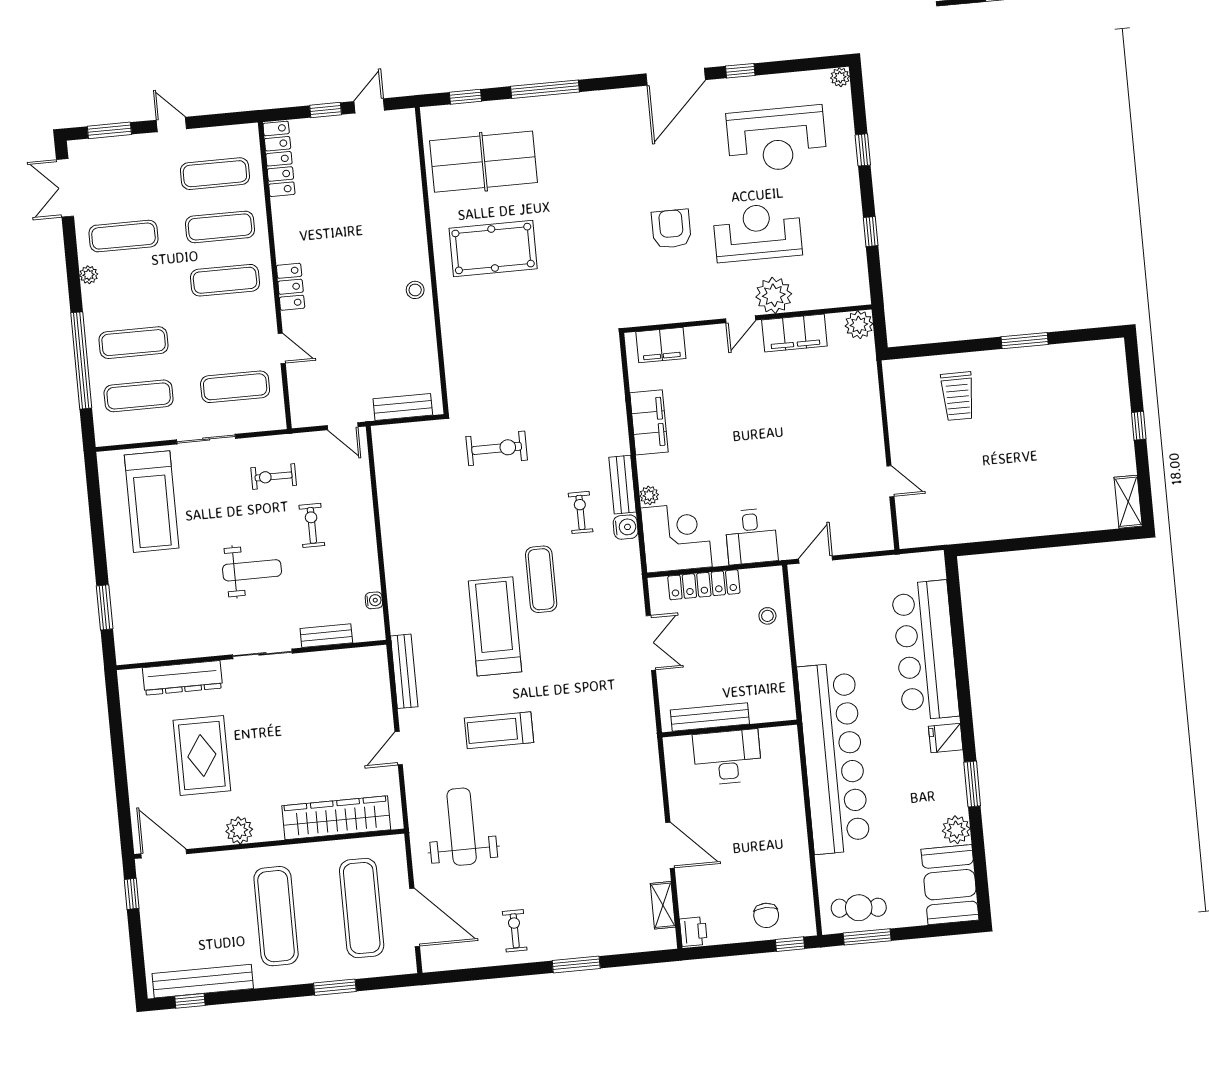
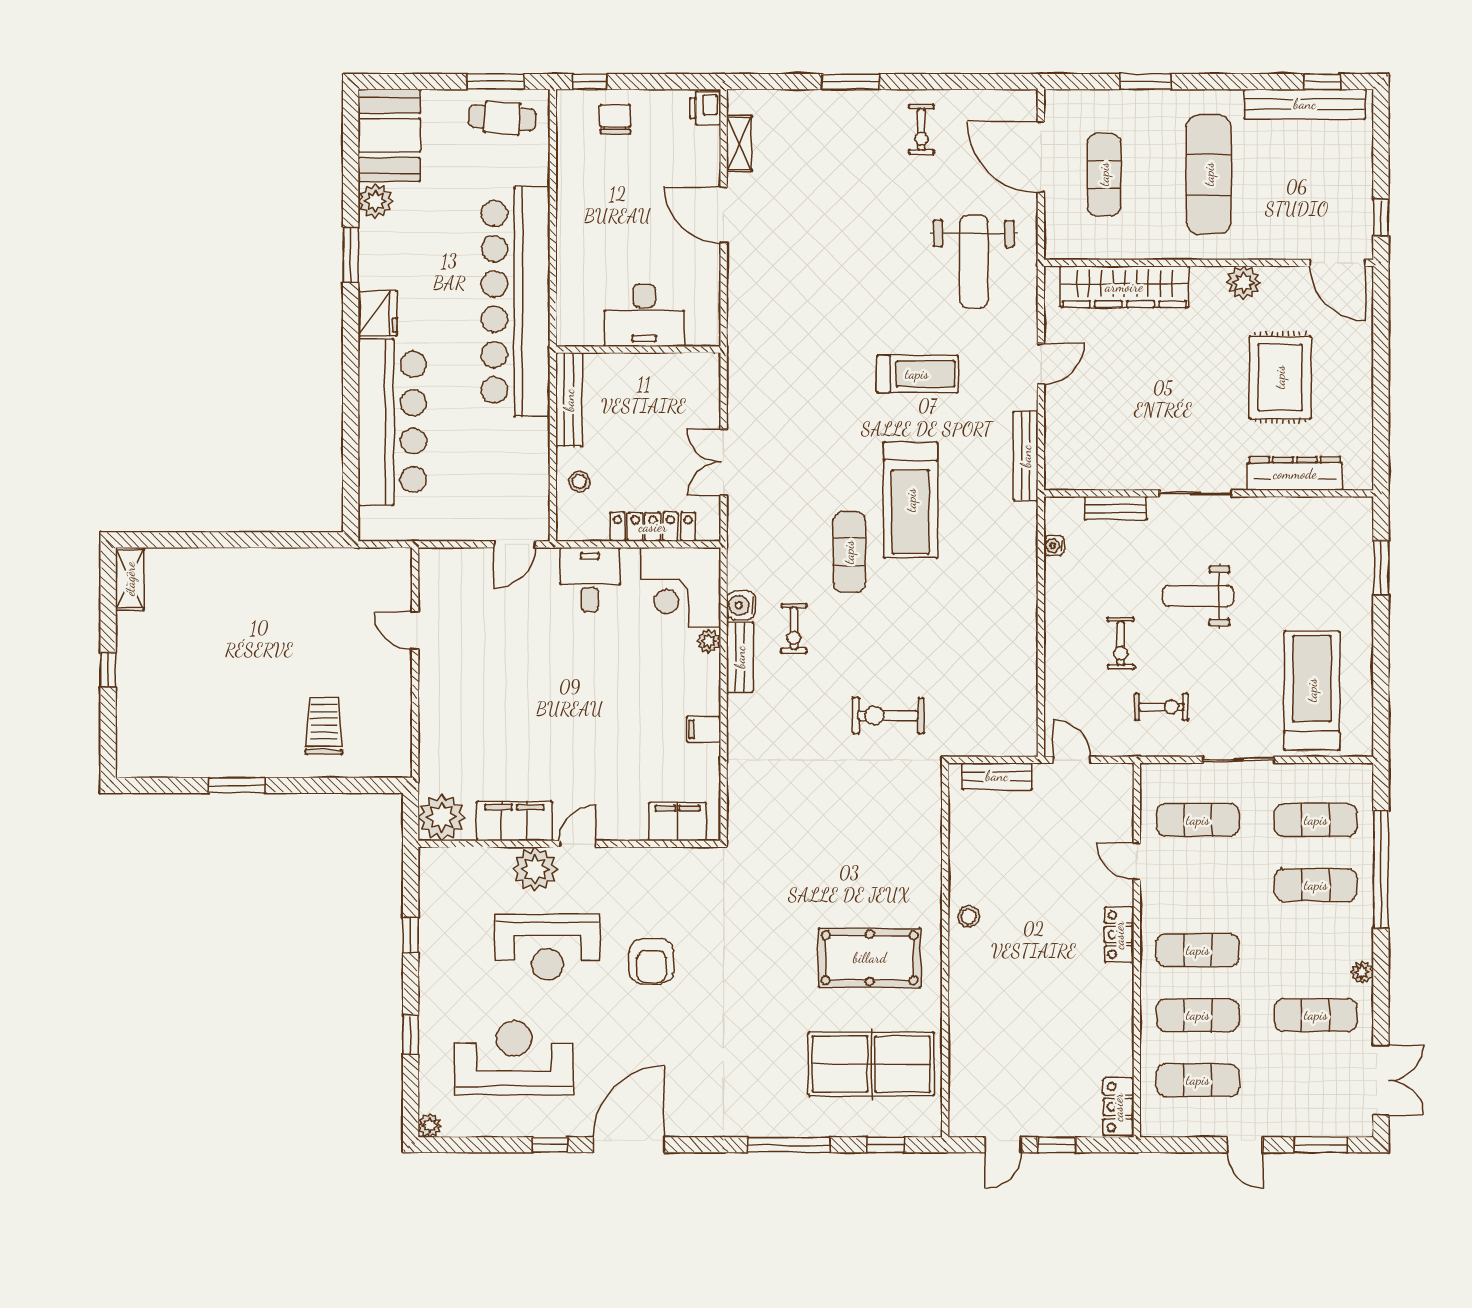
locker: (279, 159) -> (1118, 1107), width x0.66
plant: (859, 325) -> (442, 817), width x1.36, depth x1.36
filing cabinet: (649, 422) -> (704, 729), width x0.33, depth x0.86
bench: (710, 717) -> (569, 400), moved, turned 90
fridge: (946, 738) -> (378, 313), width x1.38
exercise mat: (362, 908) -> (1104, 174), width x0.73, depth x0.69

